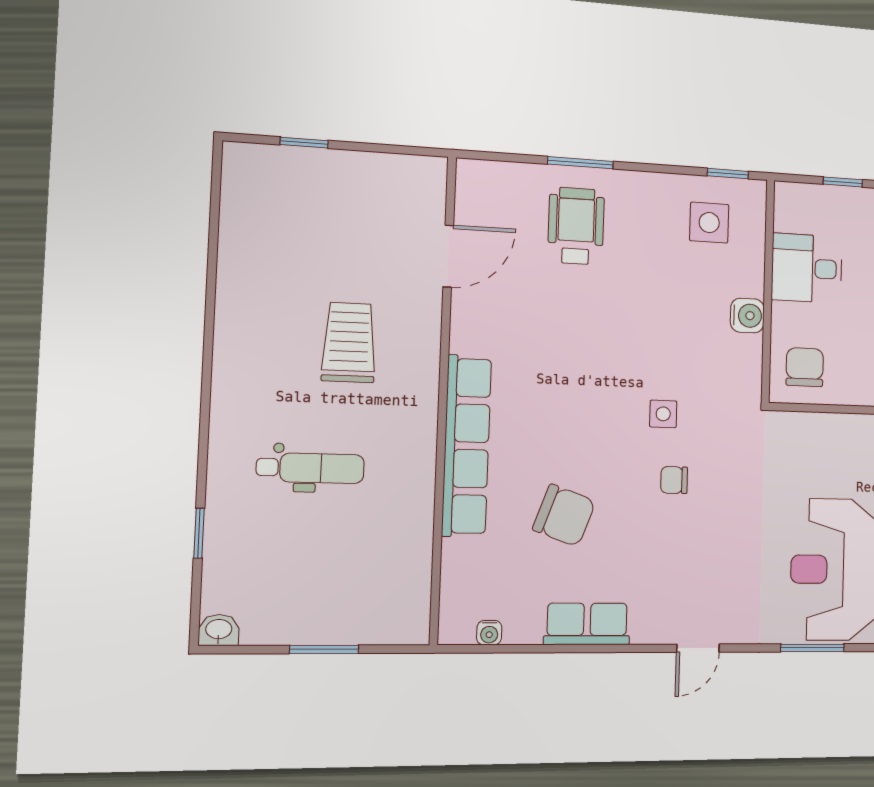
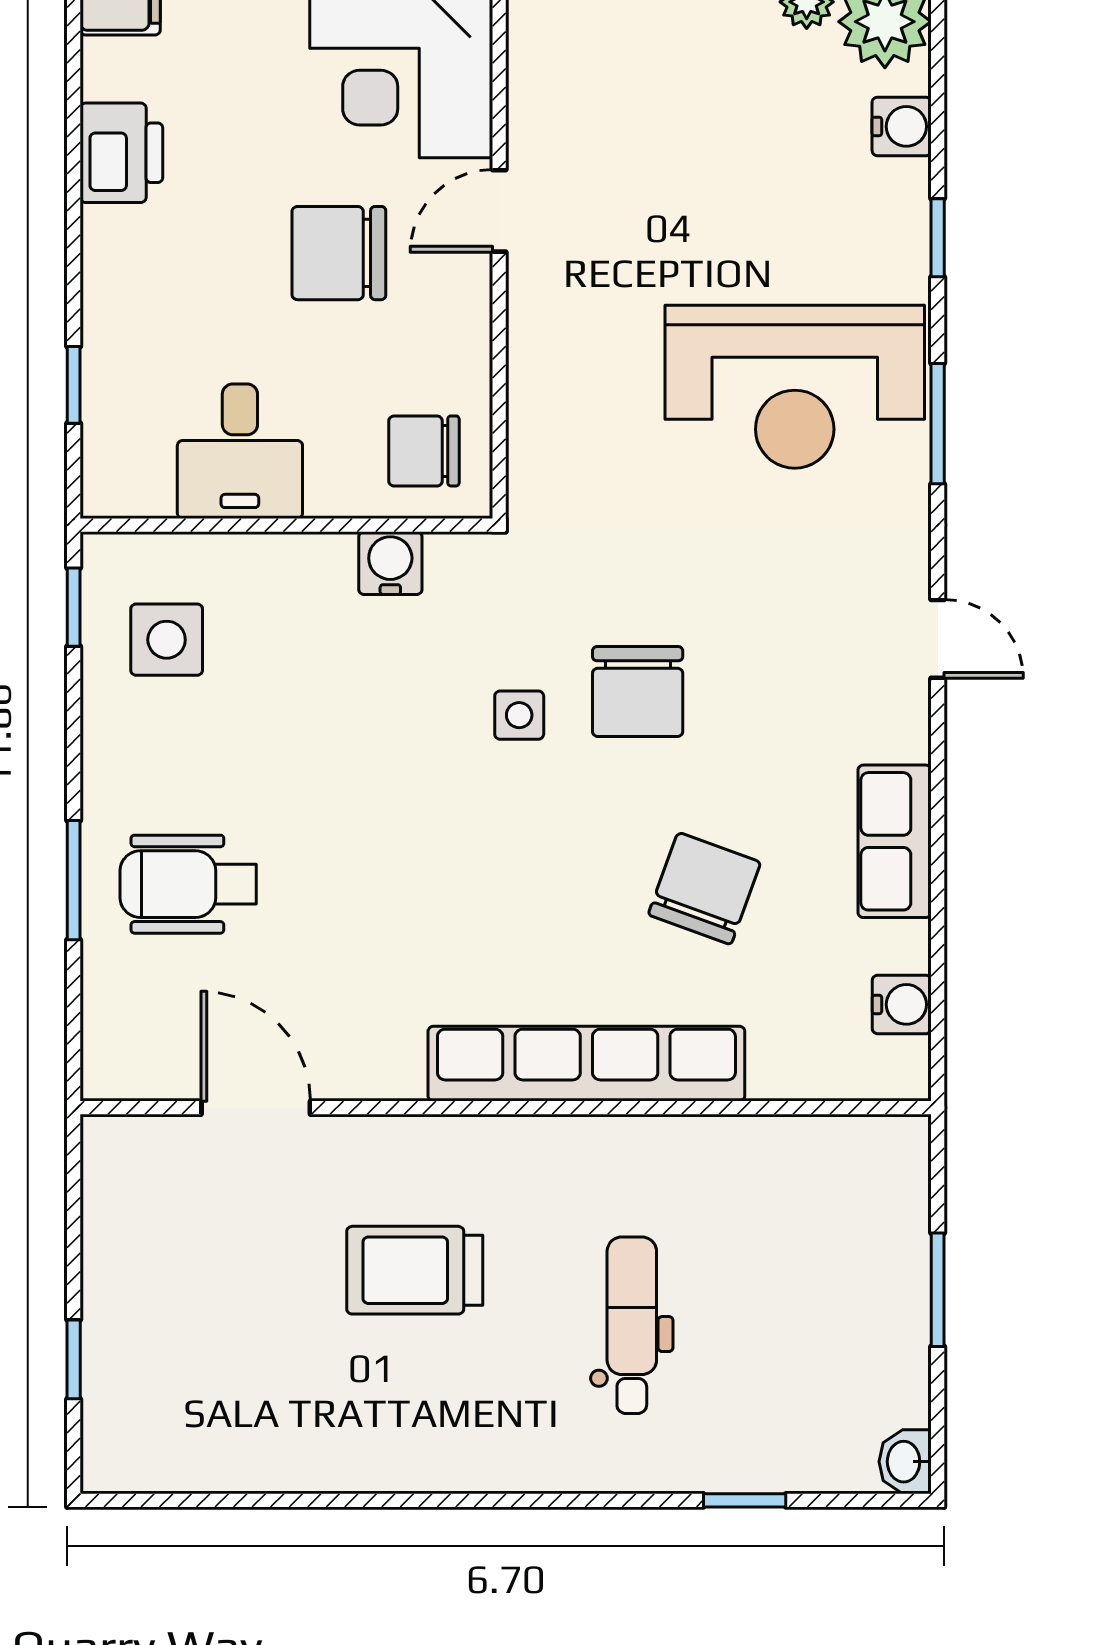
water cooler: (747, 316) -> (390, 563), moved
chair: (674, 480) -> (638, 692), width x1.87, depth x1.87
water cooler: (489, 633) -> (902, 1004), width x1.38, depth x1.38

